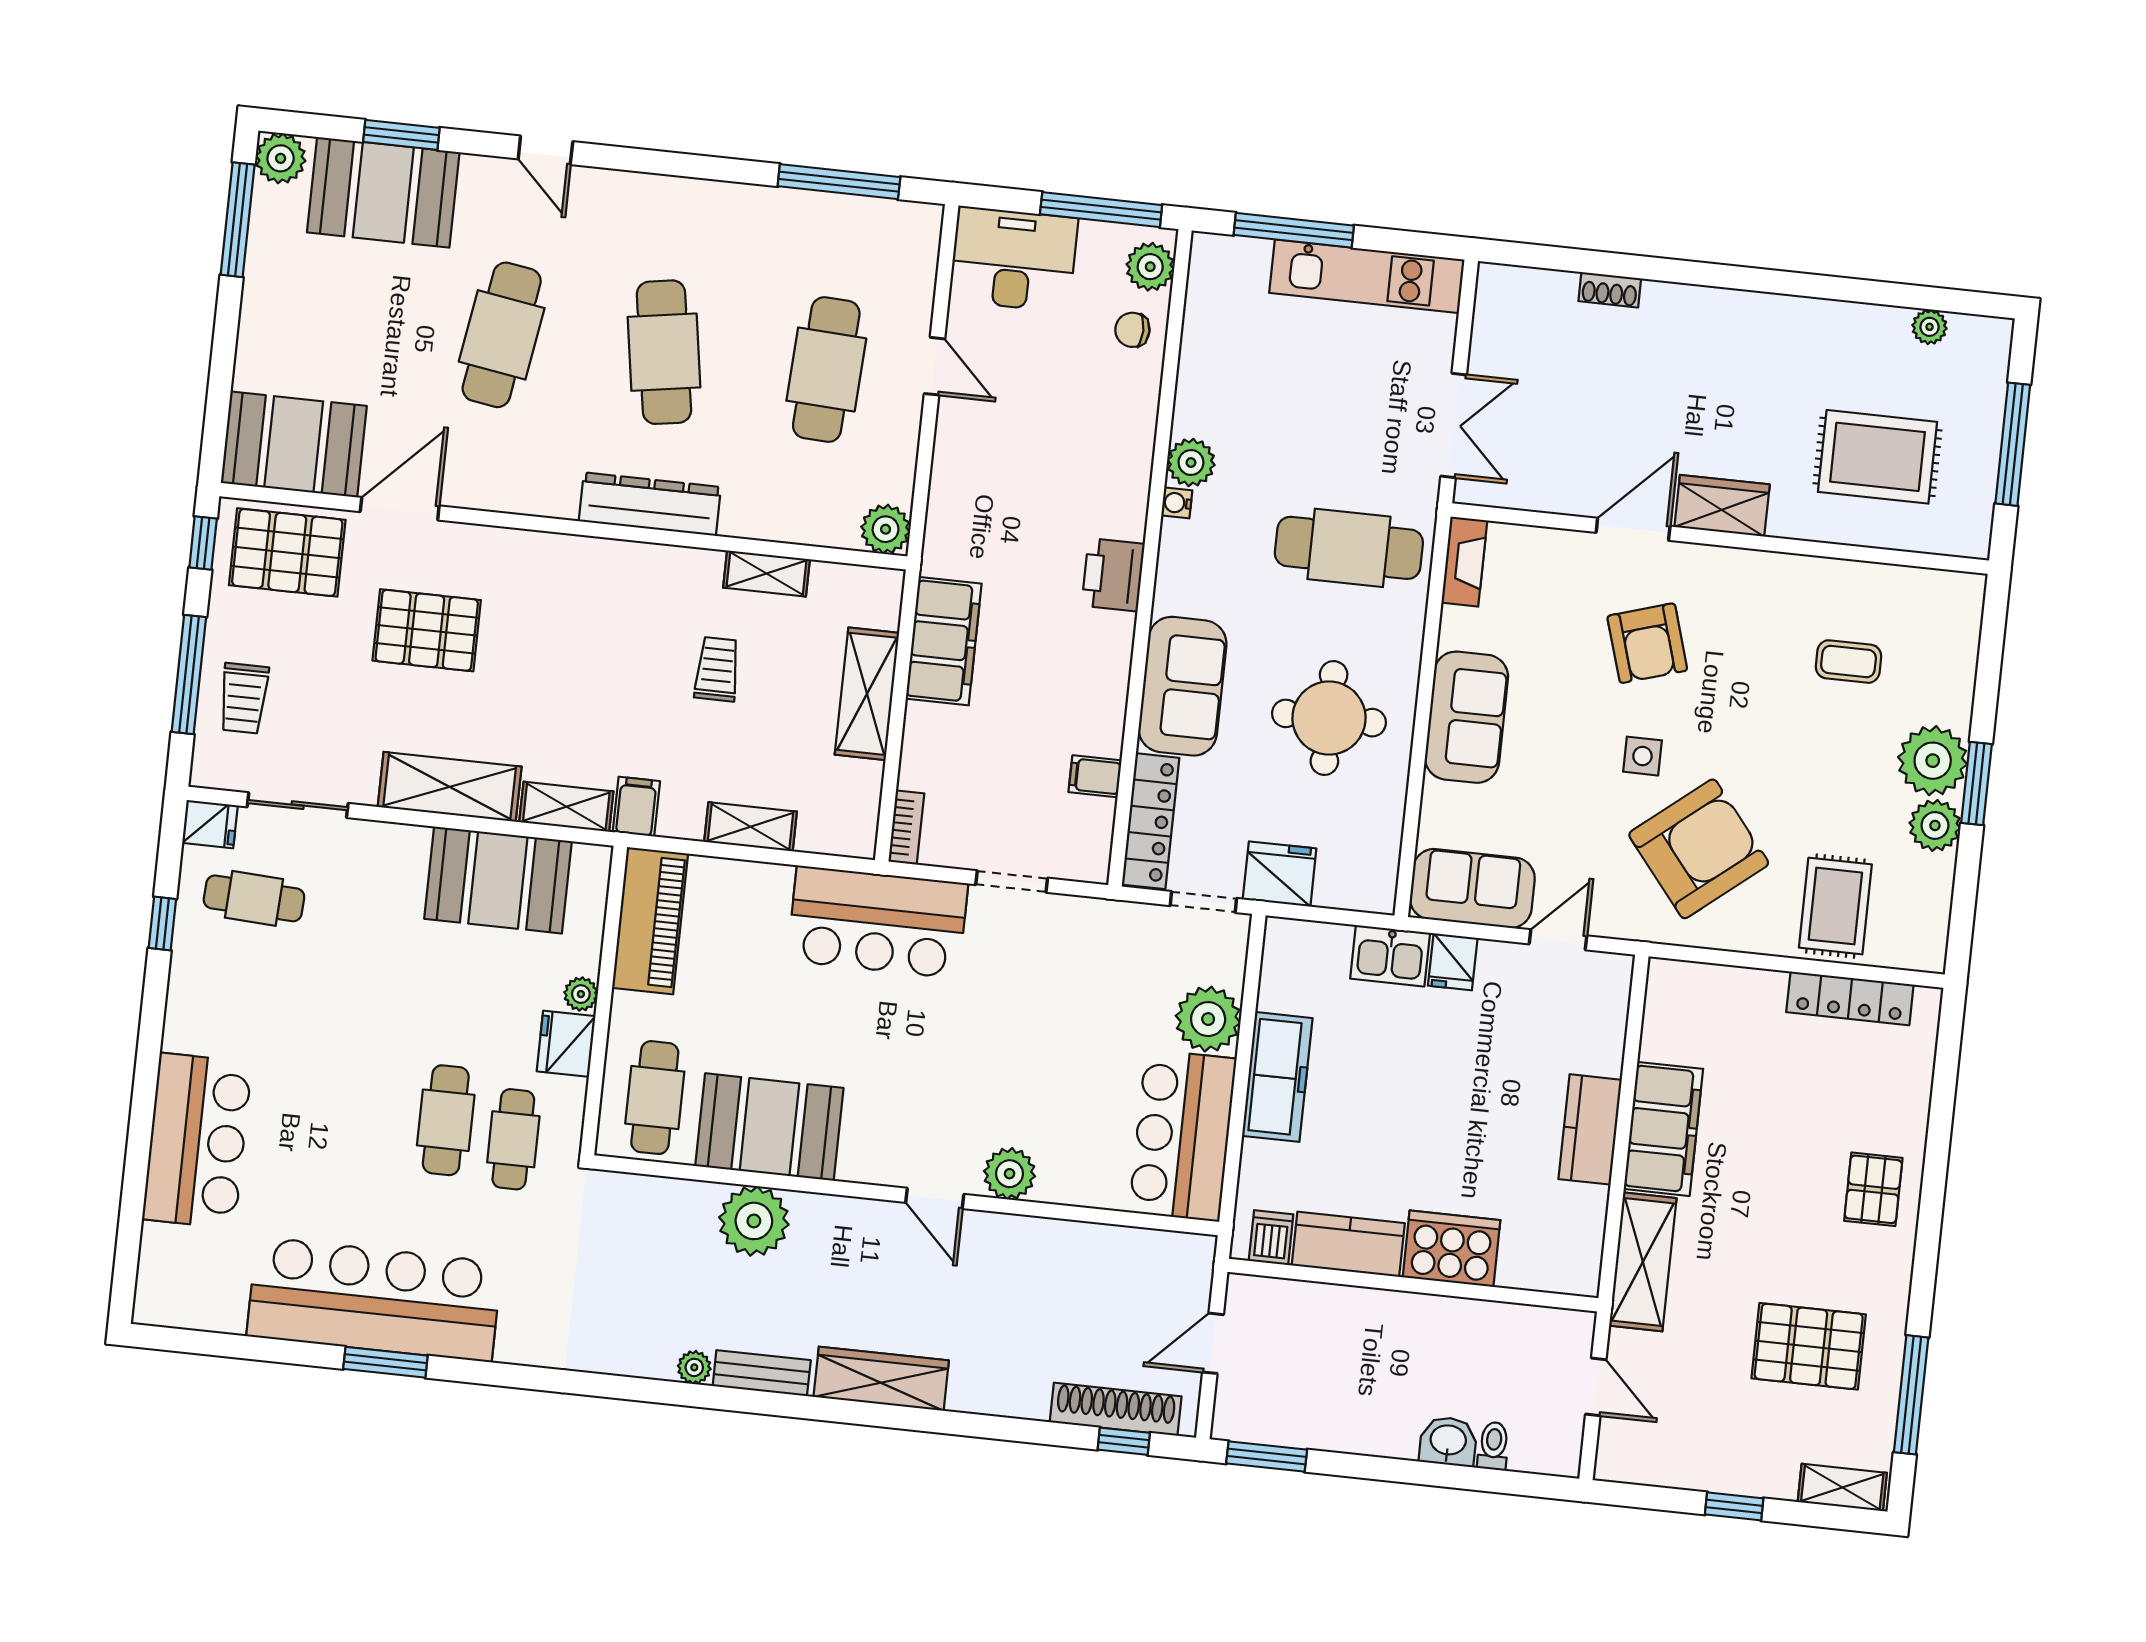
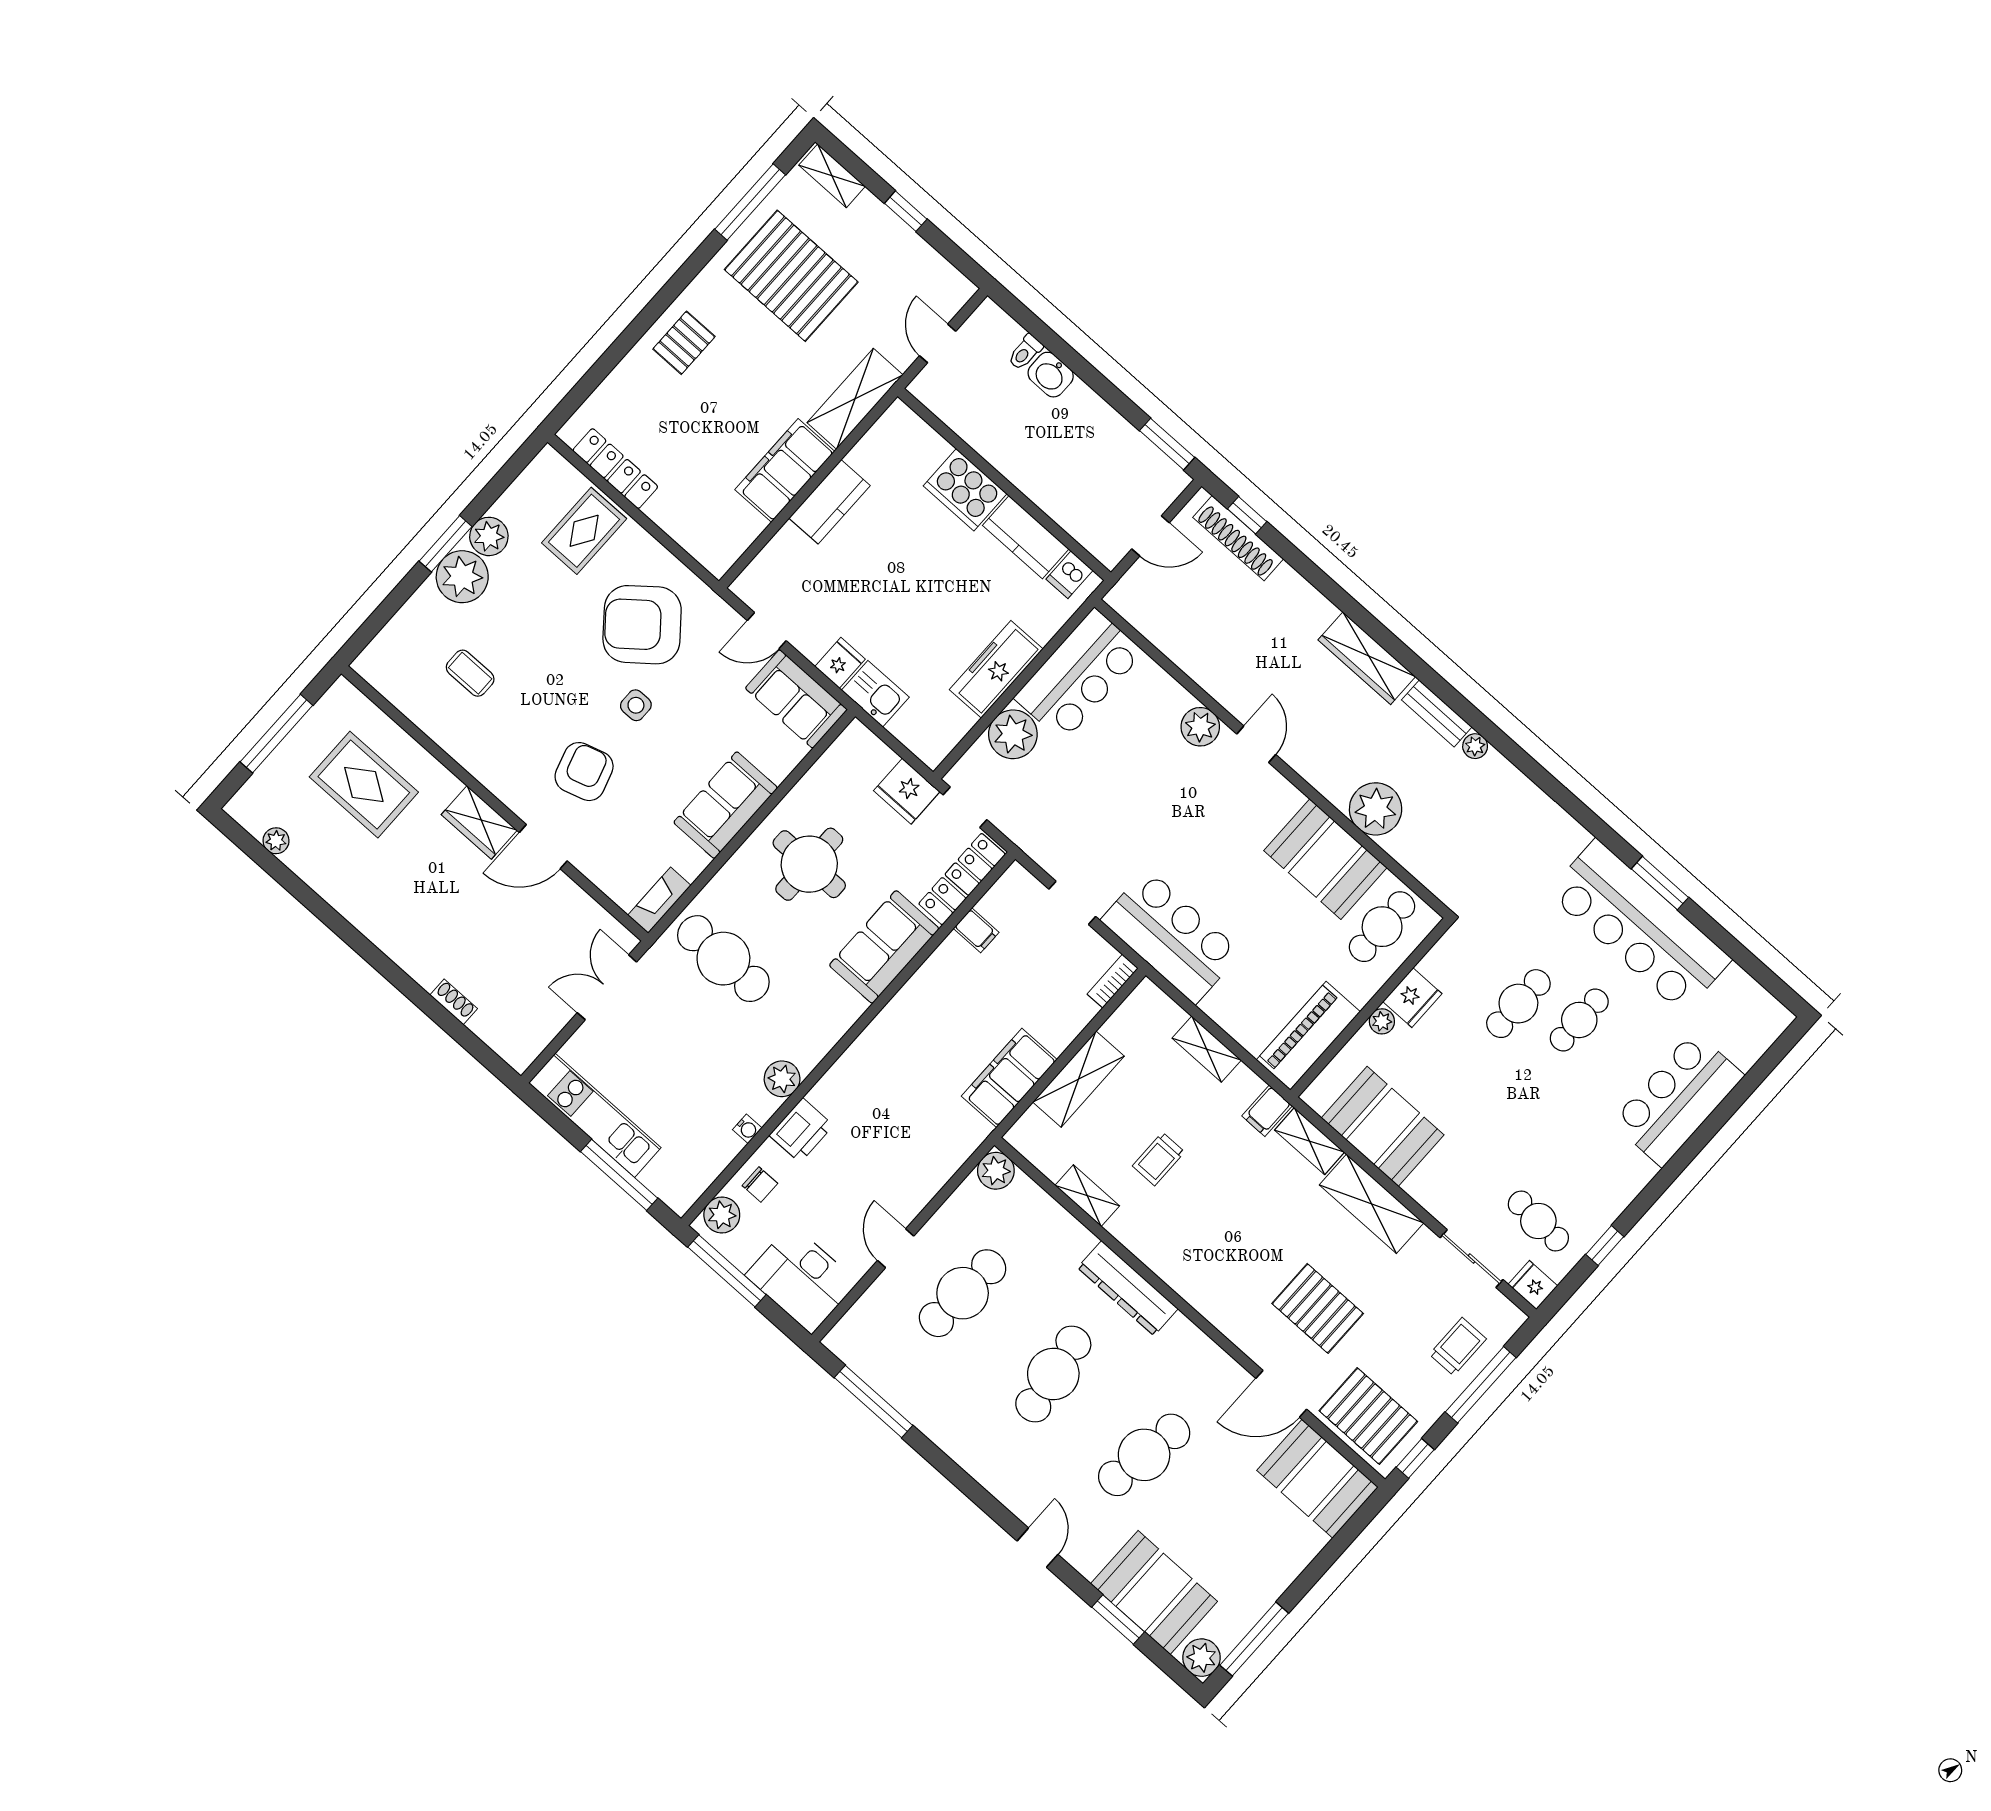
water cooler: (1177, 503) -> (747, 1129), moved
printer: (1113, 575) -> (801, 1130), moved
cafe table: (513, 1139) -> (1579, 1020), moved
pallet: (1809, 1346) -> (791, 276), width x1.37, depth x1.41

